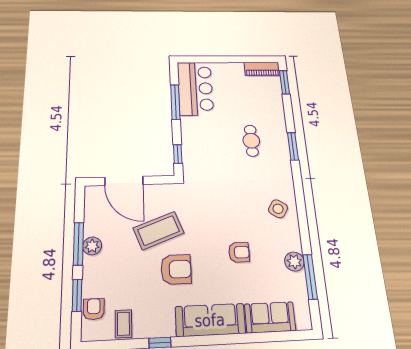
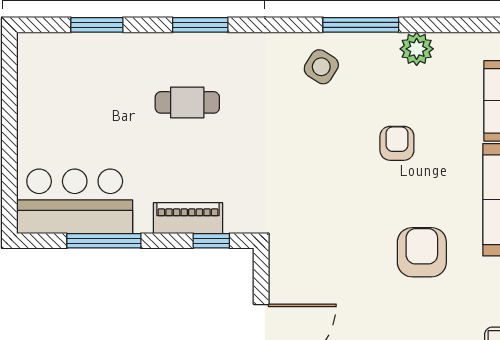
piano: (262, 69) -> (188, 218), moved, turned -90
window: (285, 82) -> (97, 25), moved
coffee table: (159, 231) -> (354, 279), removed
window: (310, 277) -> (361, 25), moved

